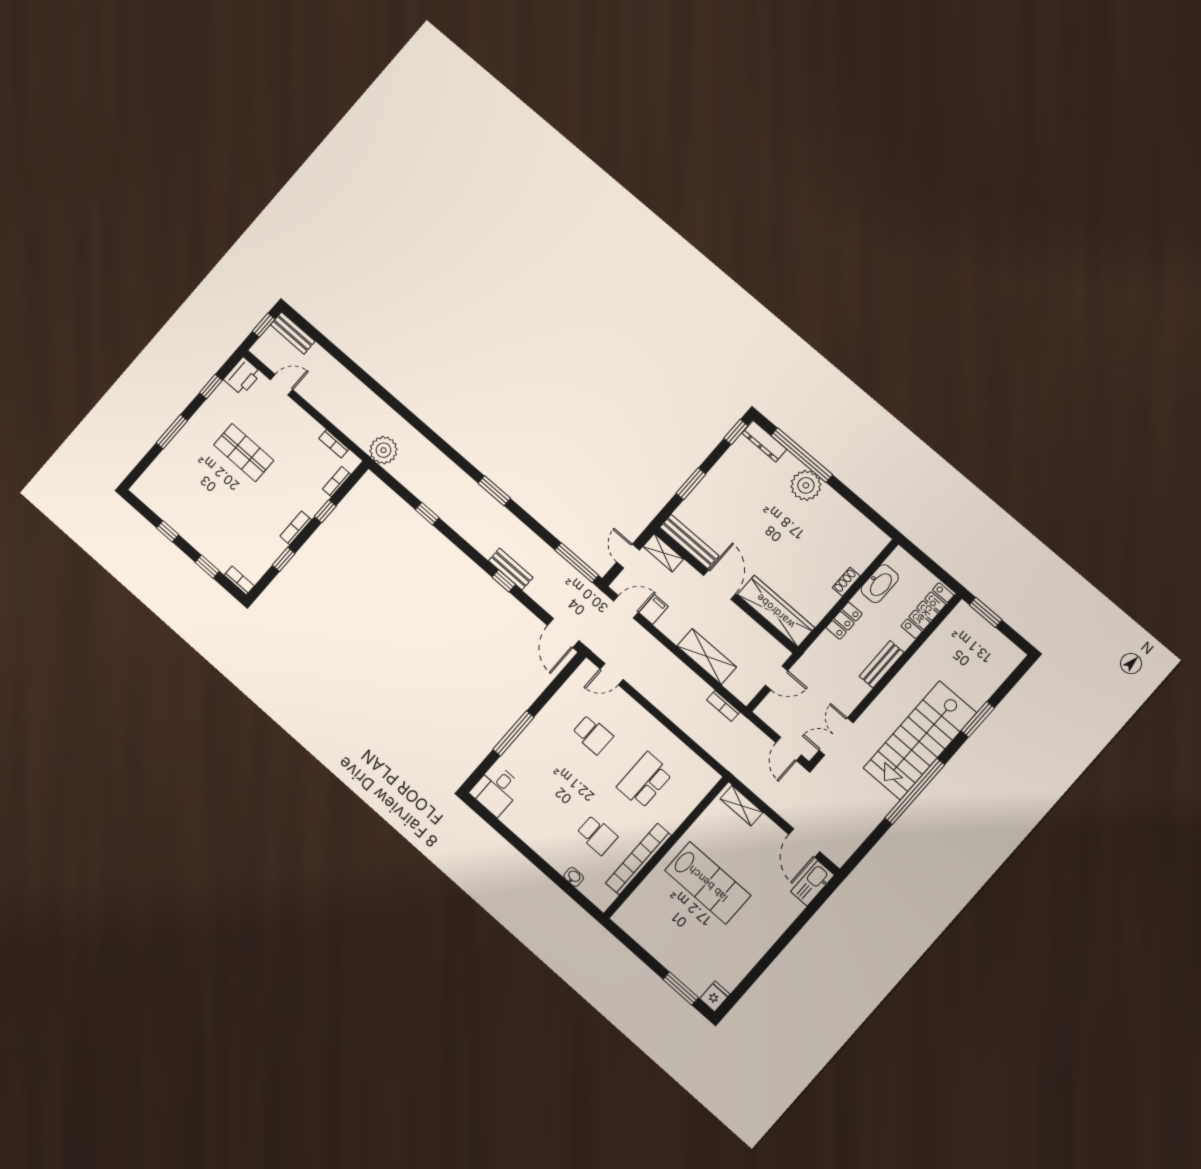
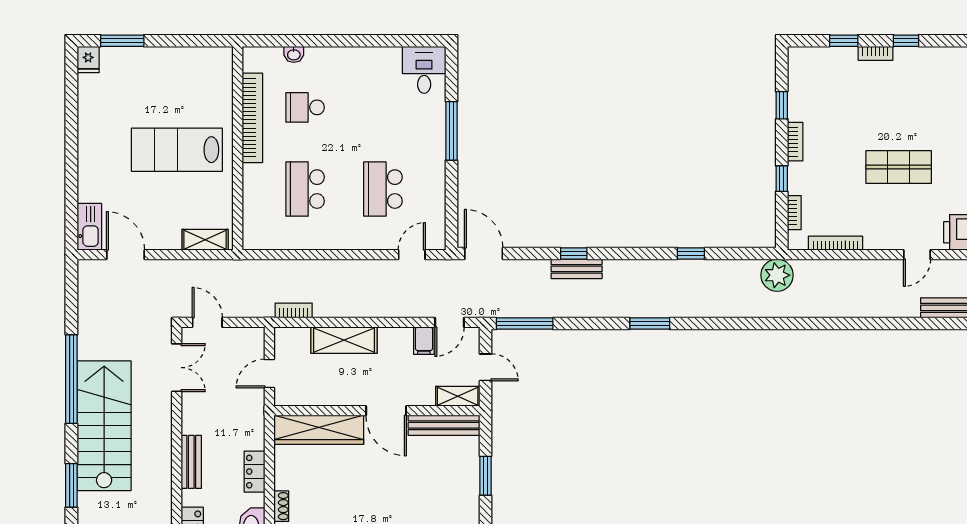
bookcase: (334, 444) -> (835, 243), width x1.56
bookcase: (239, 580) -> (875, 53), moved
school desk: (593, 735) -> (383, 189), width x1.85
school desk: (645, 780) -> (305, 189), turned 180

